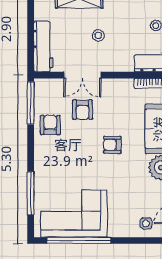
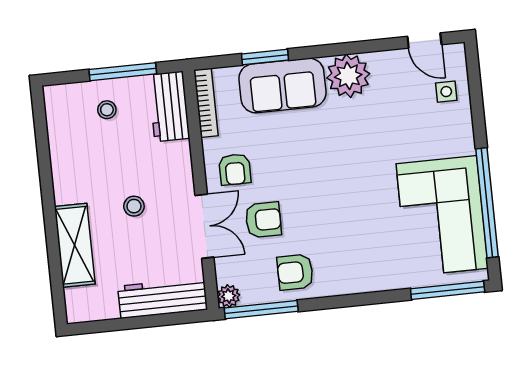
plant: (40, 85) -> (229, 296), added
armchair: (112, 145) -> (235, 169), moved
window: (31, 193) -> (448, 290), moved

